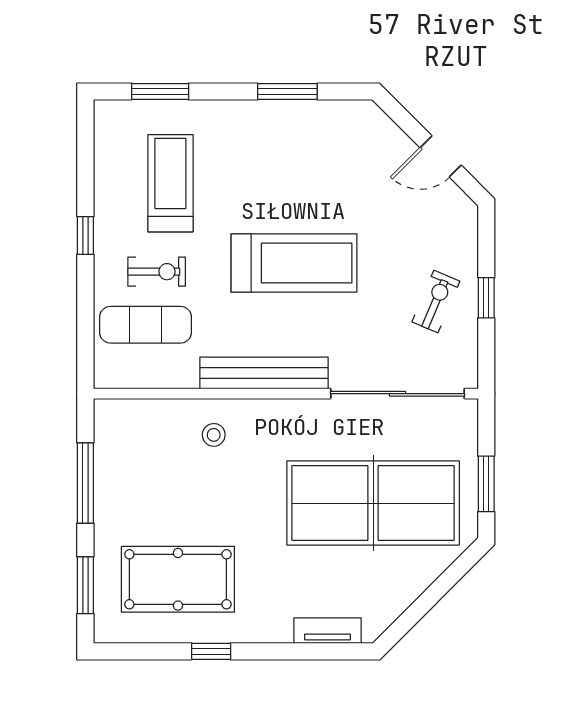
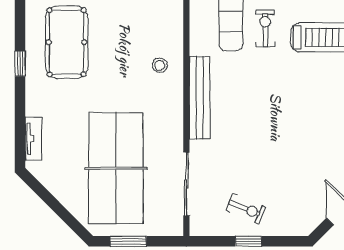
treadmill: (294, 263) -> (271, 117), removed
exercise bike: (157, 272) -> (265, 28), turned 180
sliding door: (397, 394) -> (186, 184), width x0.73

